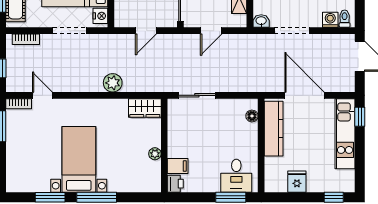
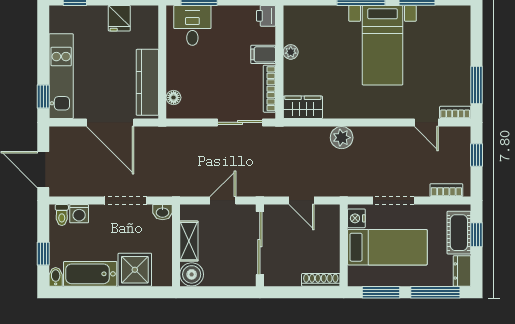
door: (146, 31) -> (301, 200), swing flipped
bookcase: (172, 123) -> (269, 89), added
filing cabinet: (178, 166) -> (263, 54), moved

